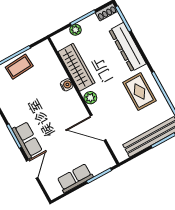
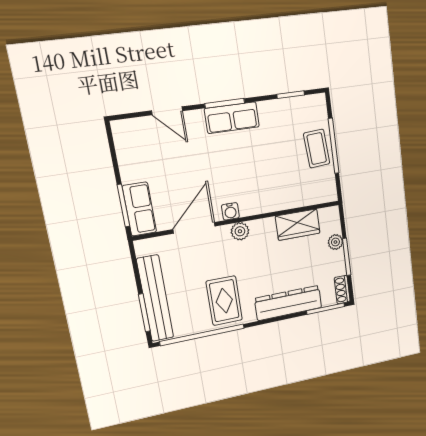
wardrobe: (76, 67) -> (298, 225), width x0.67
water cooler: (67, 85) -> (230, 211), moved
rug: (139, 92) -> (224, 301), turned 90
row of seats: (27, 140) -> (232, 118), moved
row of seats: (75, 178) -> (139, 209), moved

